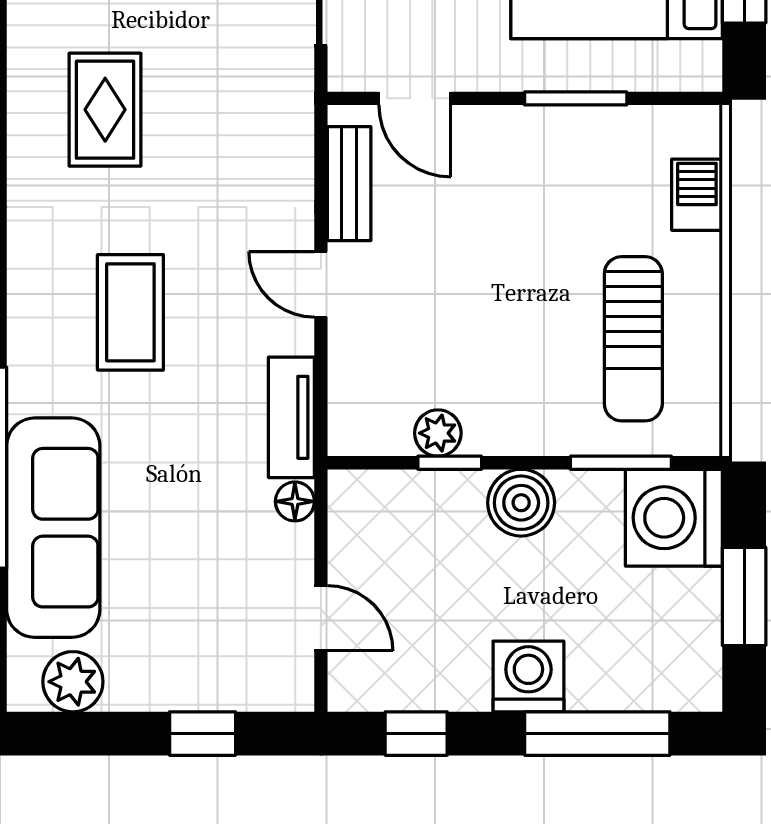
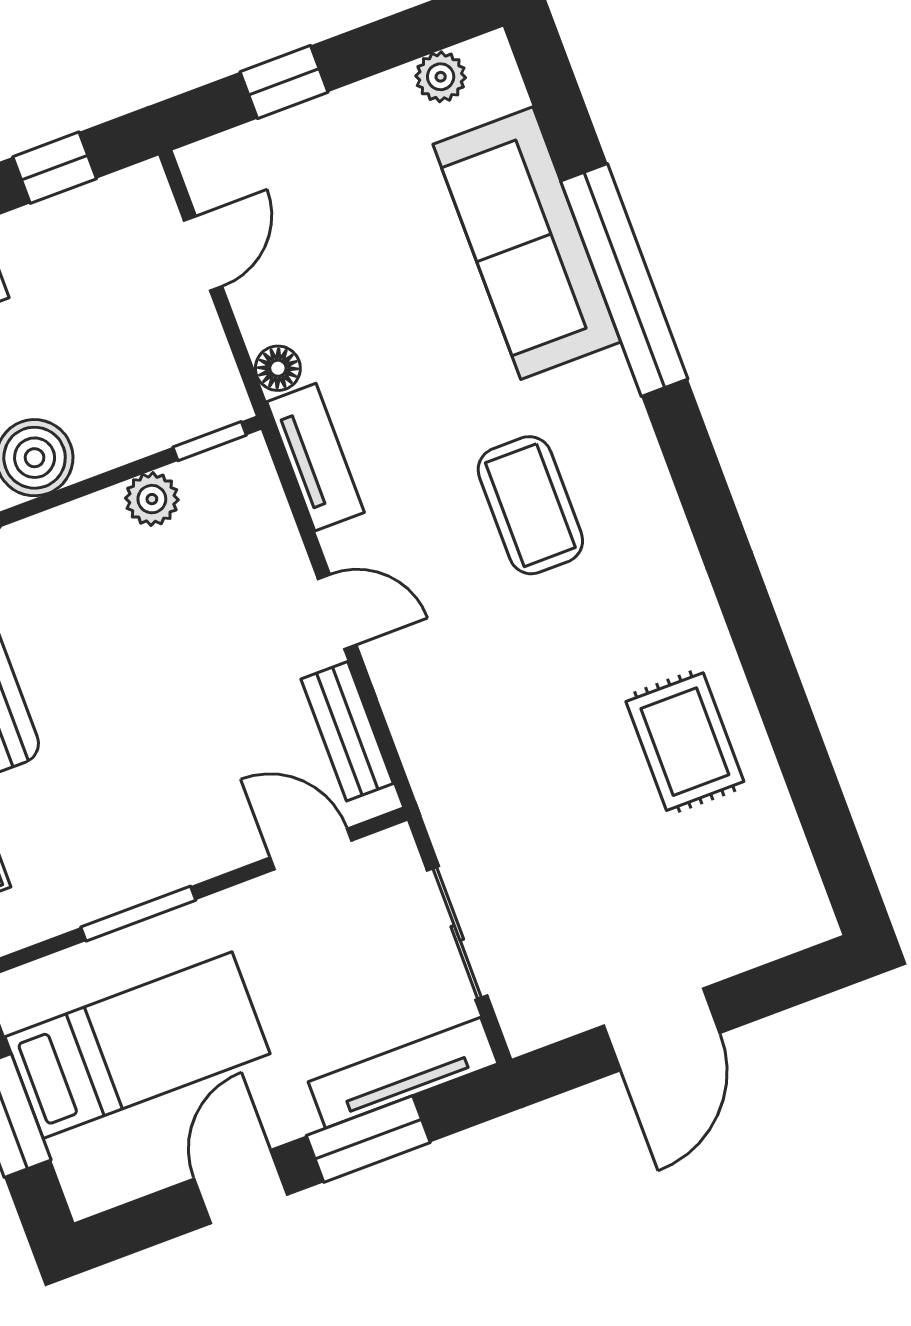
rug: (105, 110) -> (685, 742), moved
window: (450, 463) -> (210, 441), moved
door: (321, 618) -> (203, 253), swing flipped
plant: (73, 682) -> (441, 77), width x0.73, depth x0.73

